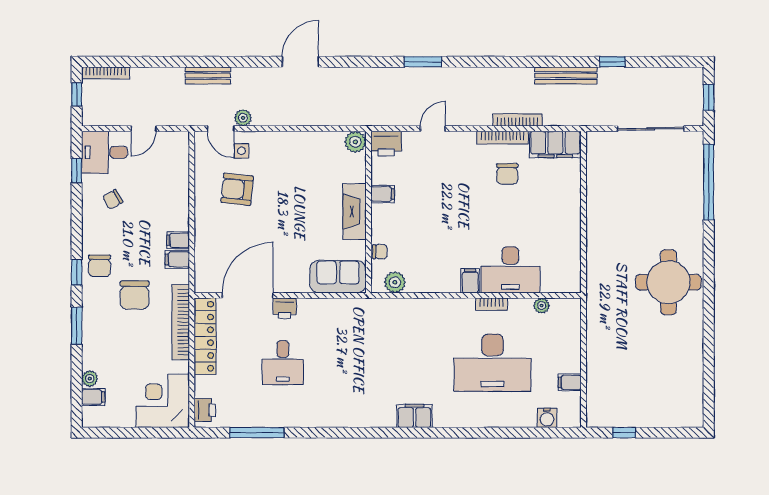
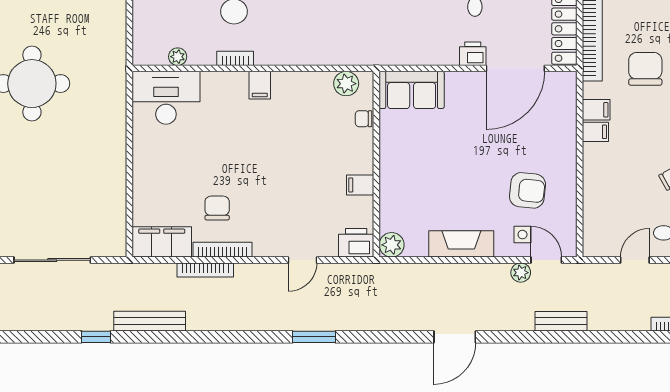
fireplace: (355, 212) -> (461, 244), moved, turned -90
desk: (510, 270) -> (166, 98), moved

